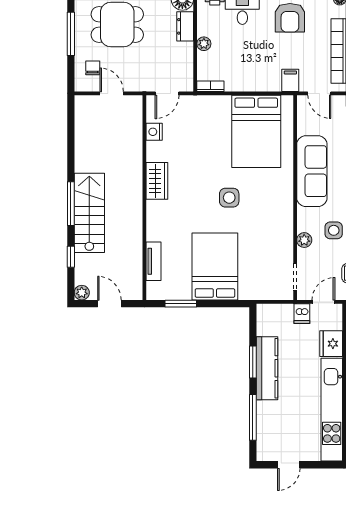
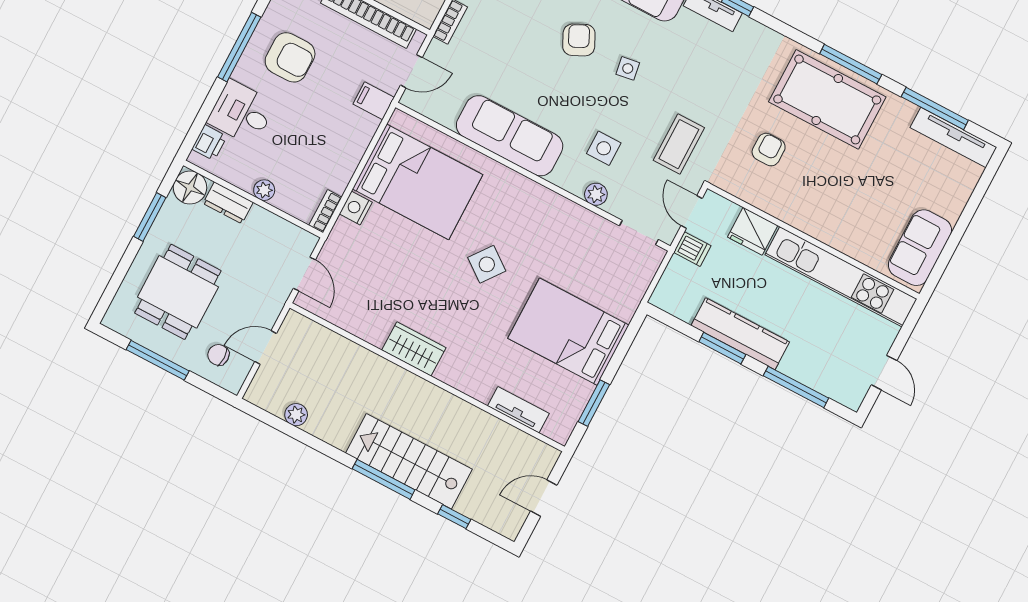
nightstand: (154, 132) -> (356, 208), moved, turned 90
side table: (229, 198) -> (487, 264), turned 37
plant: (82, 293) -> (296, 415), moved

